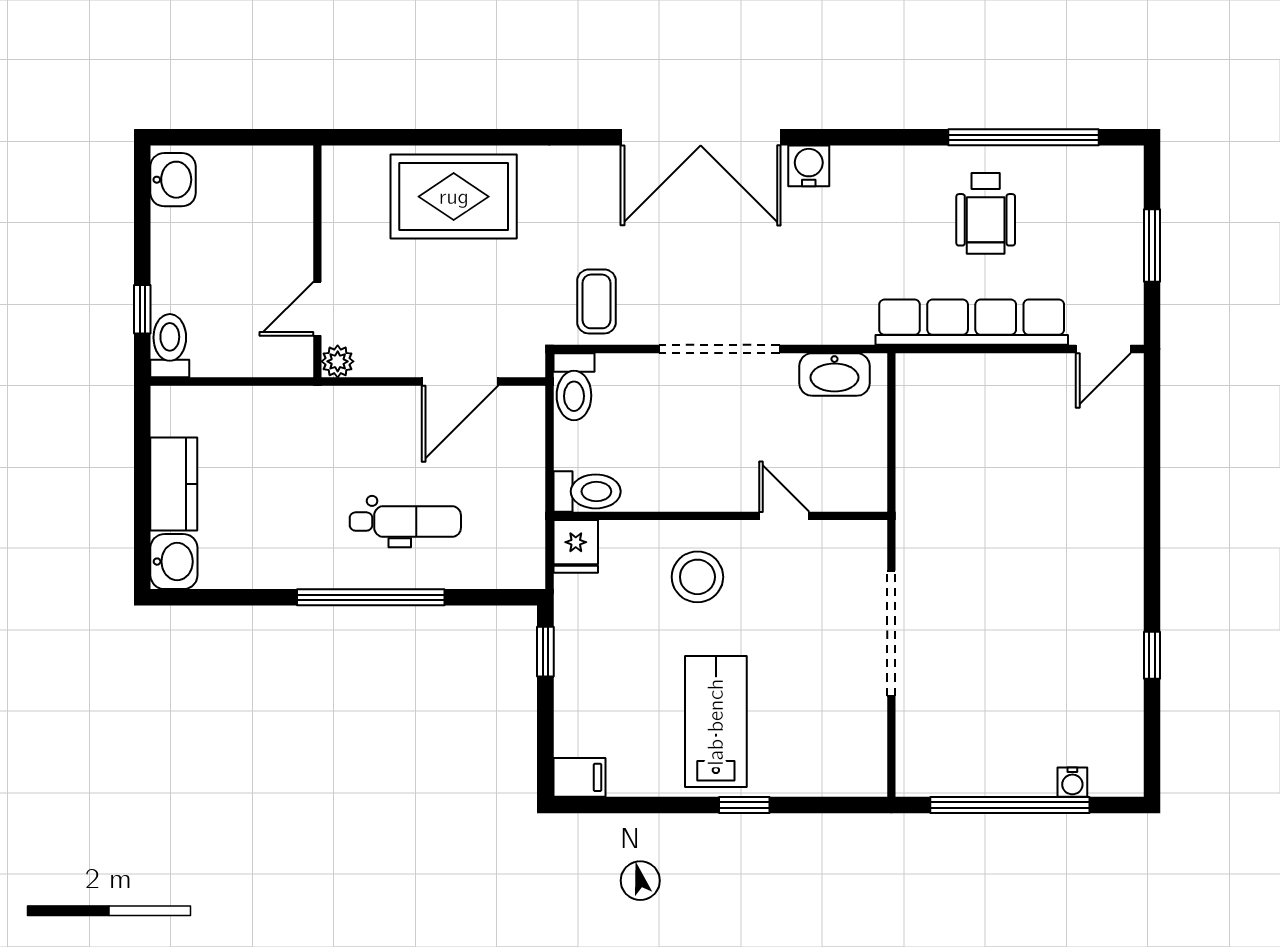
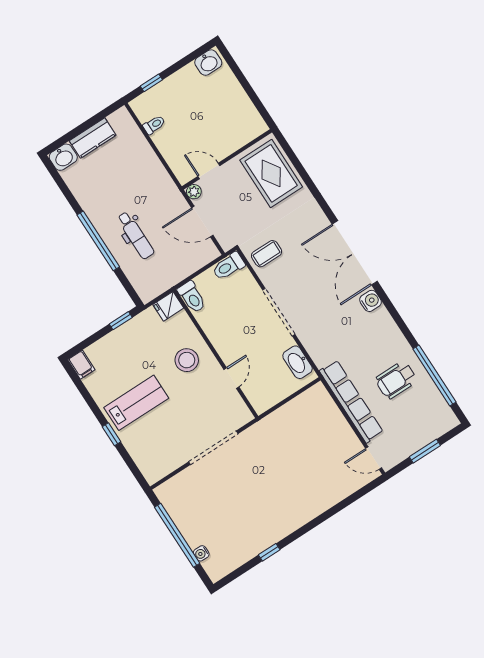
wall: (317, 261) -> (227, 159), moved
door: (317, 309) -> (209, 171), moved
toilet: (170, 346) -> (154, 125), moved, width x0.73, depth x0.72
plant: (338, 361) -> (194, 192), moved

